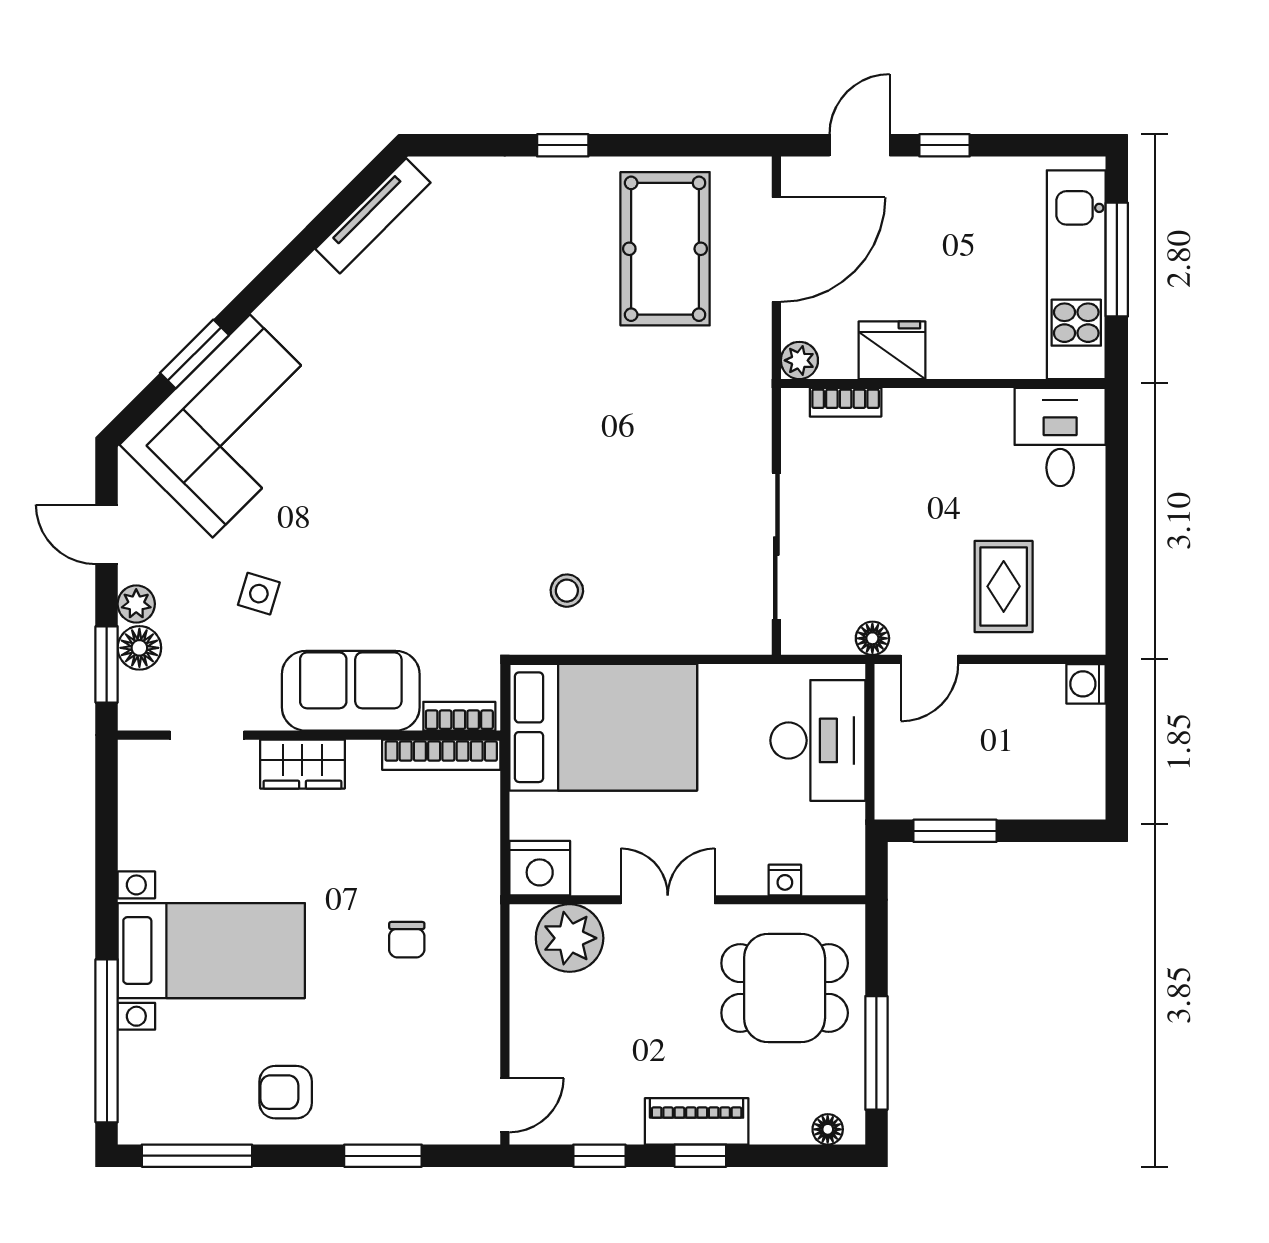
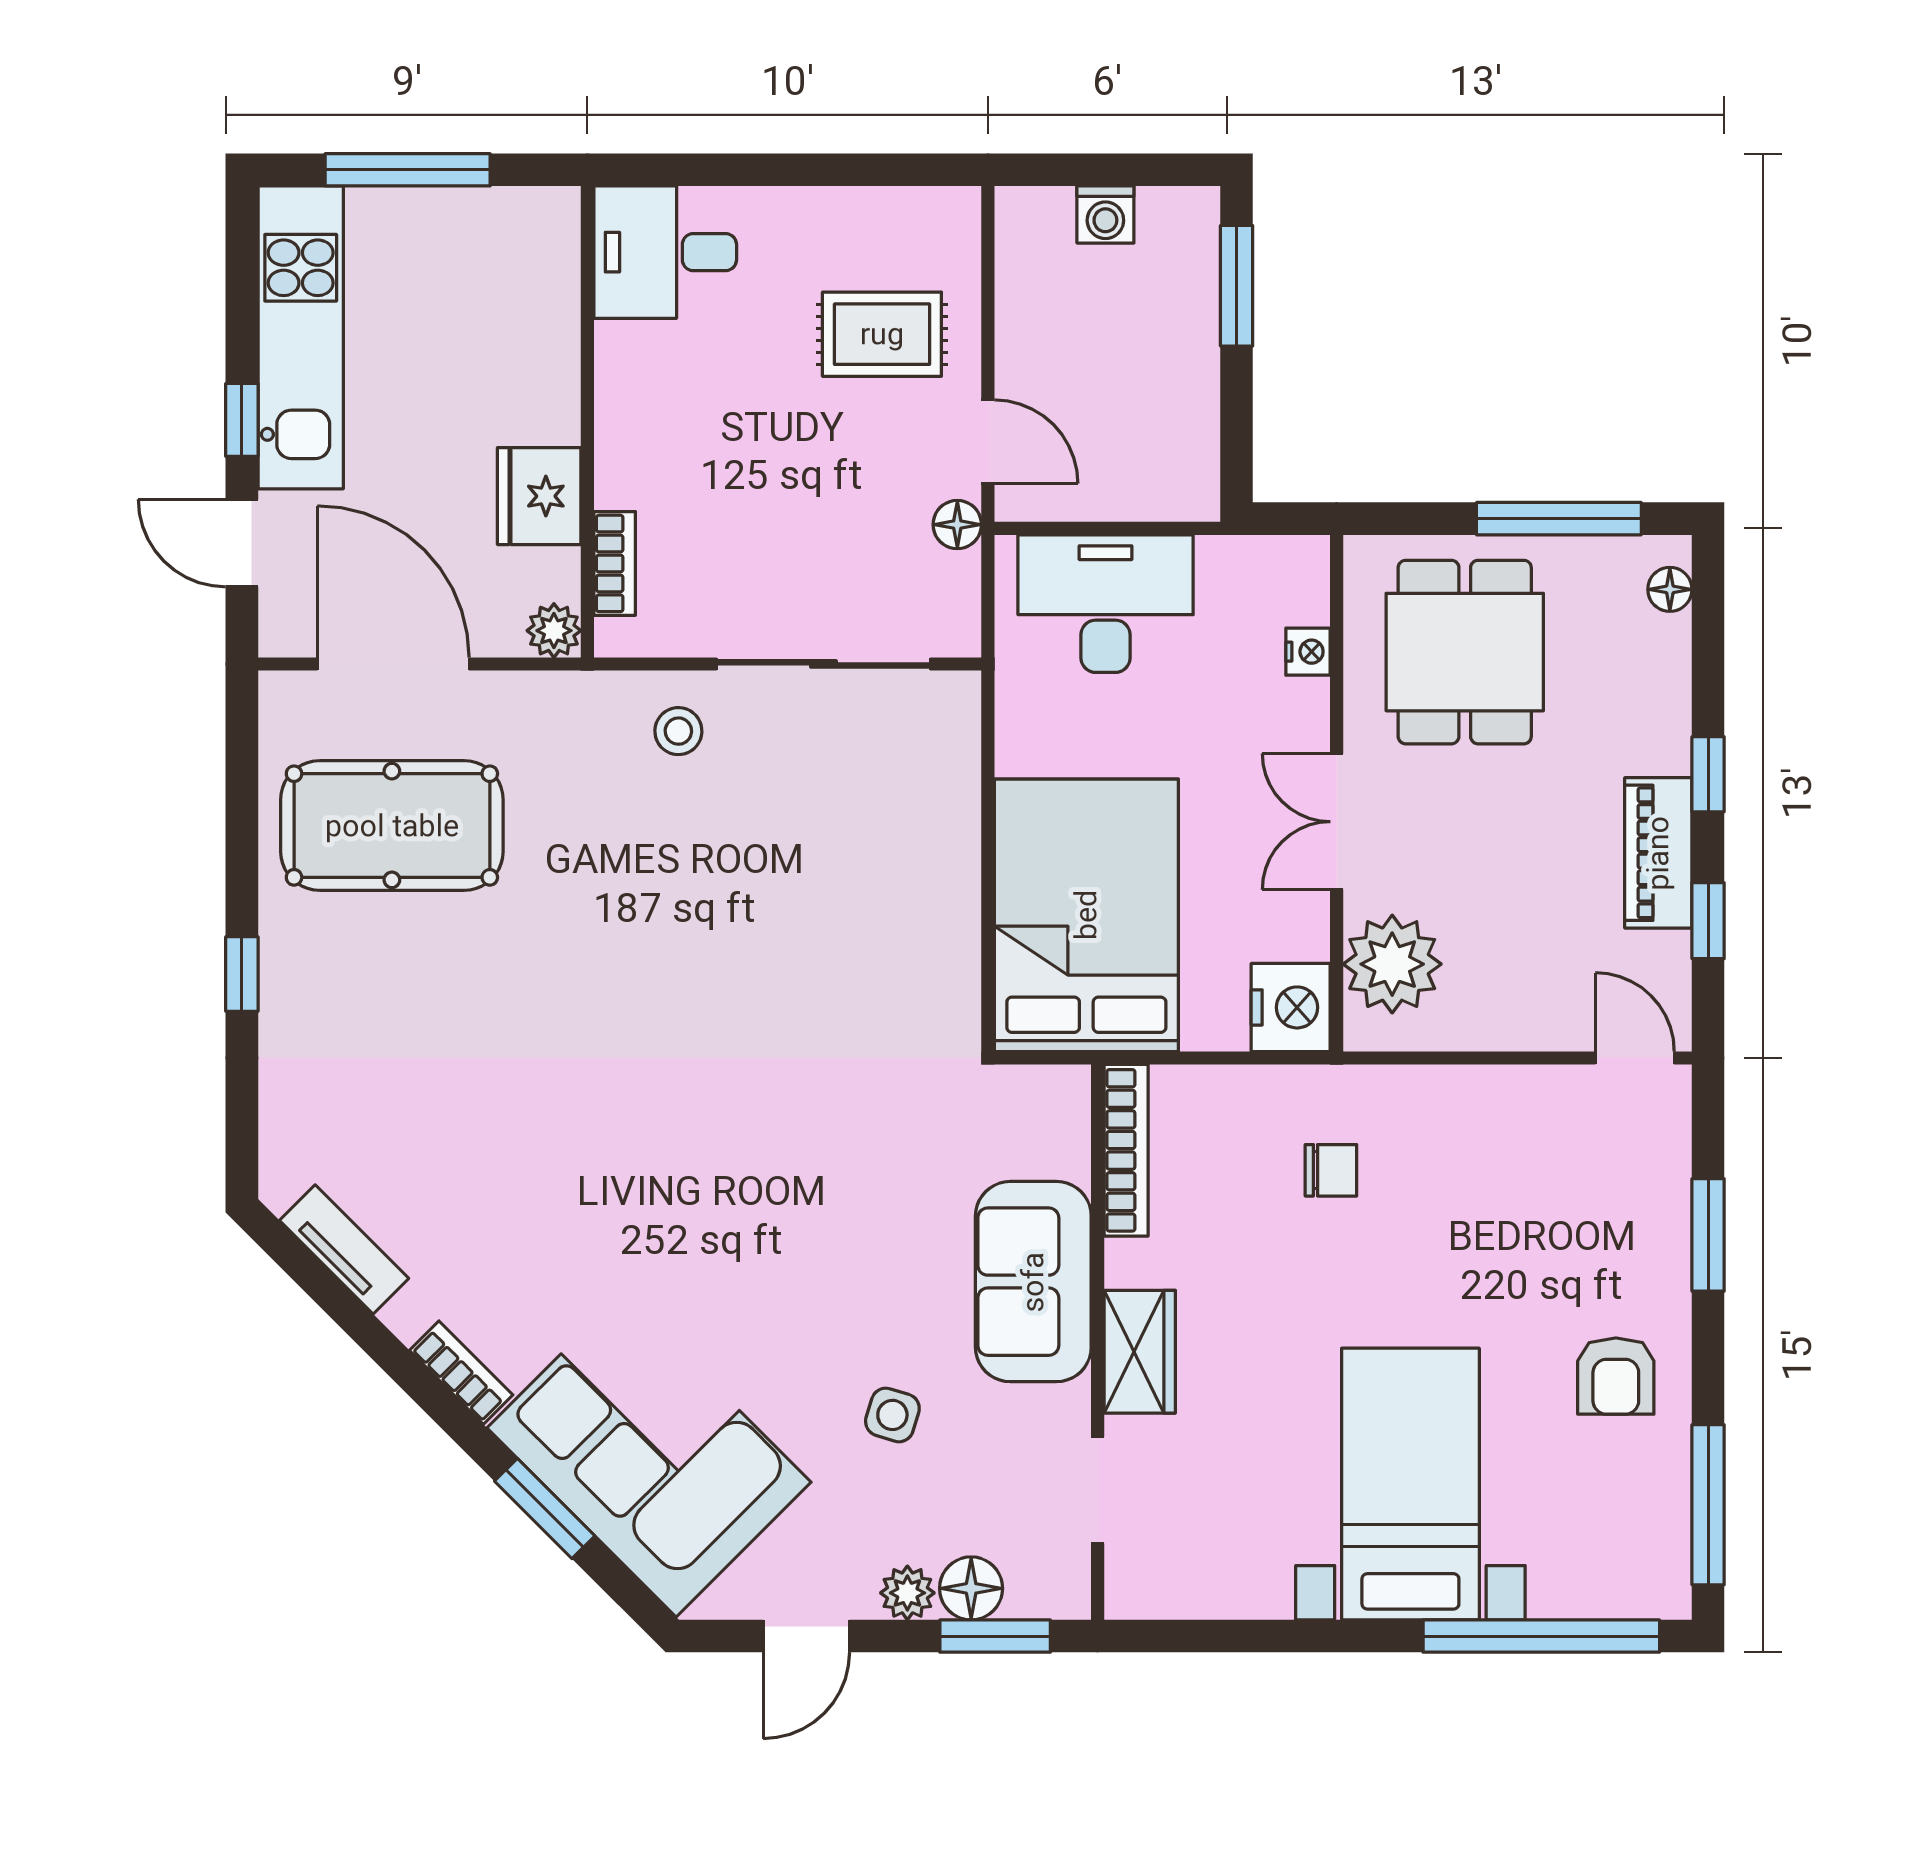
tv unit: (373, 216) -> (344, 1249), width x0.71
kitchen unit: (1076, 275) -> (301, 337), moved, turned -90
stool: (567, 591) -> (678, 731), moved
washing machine: (1086, 684) -> (1105, 215), moved
bookcase: (459, 716) -> (461, 1373), moved, turned 135
window: (955, 831) -> (1237, 286), moved
chair: (407, 940) -> (1331, 1170), moved
piano: (697, 1121) -> (1658, 853), moved

